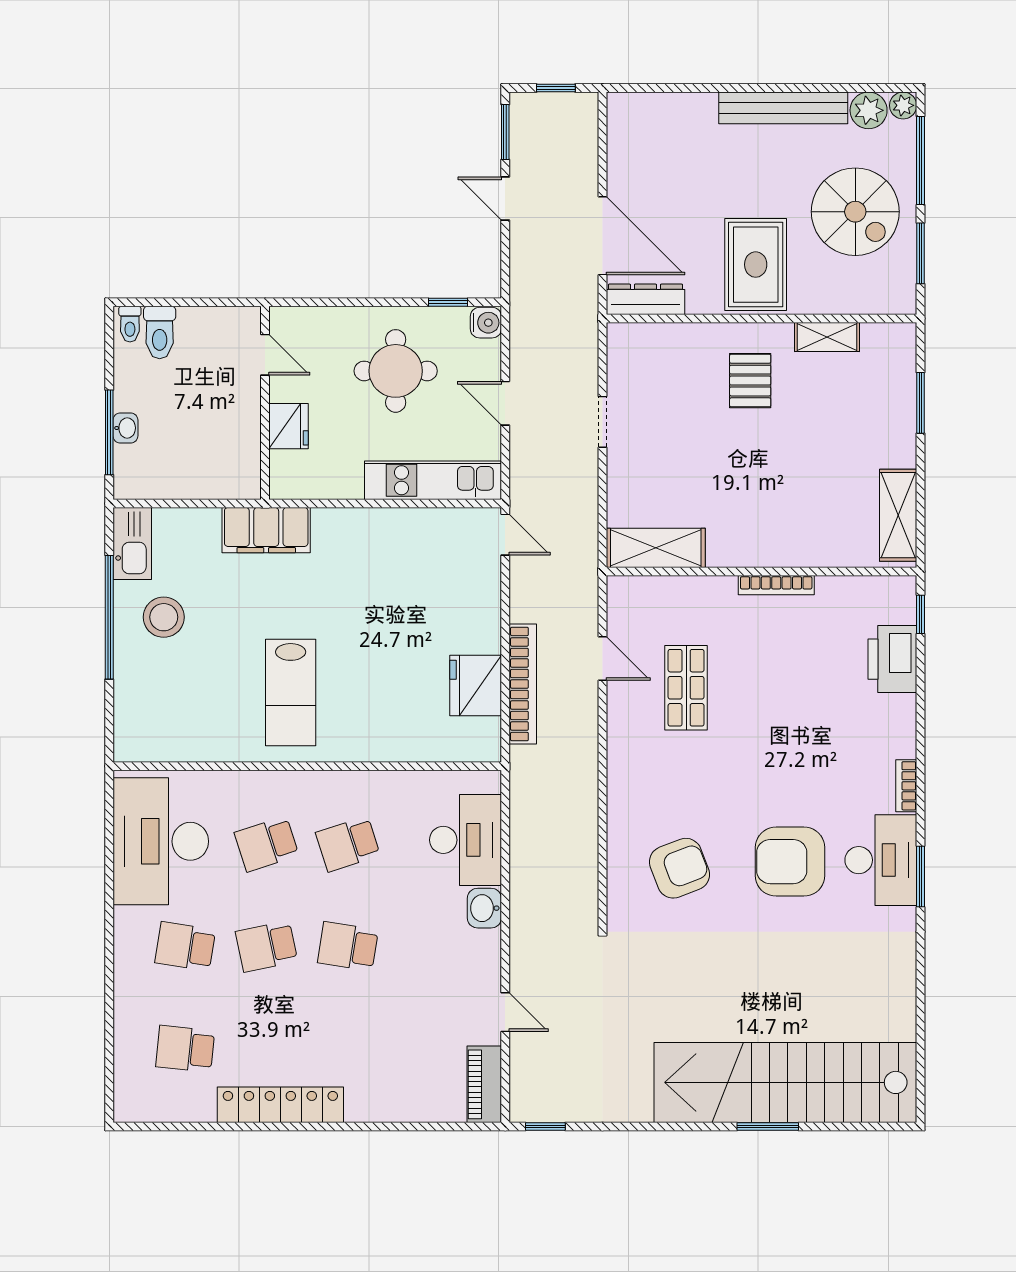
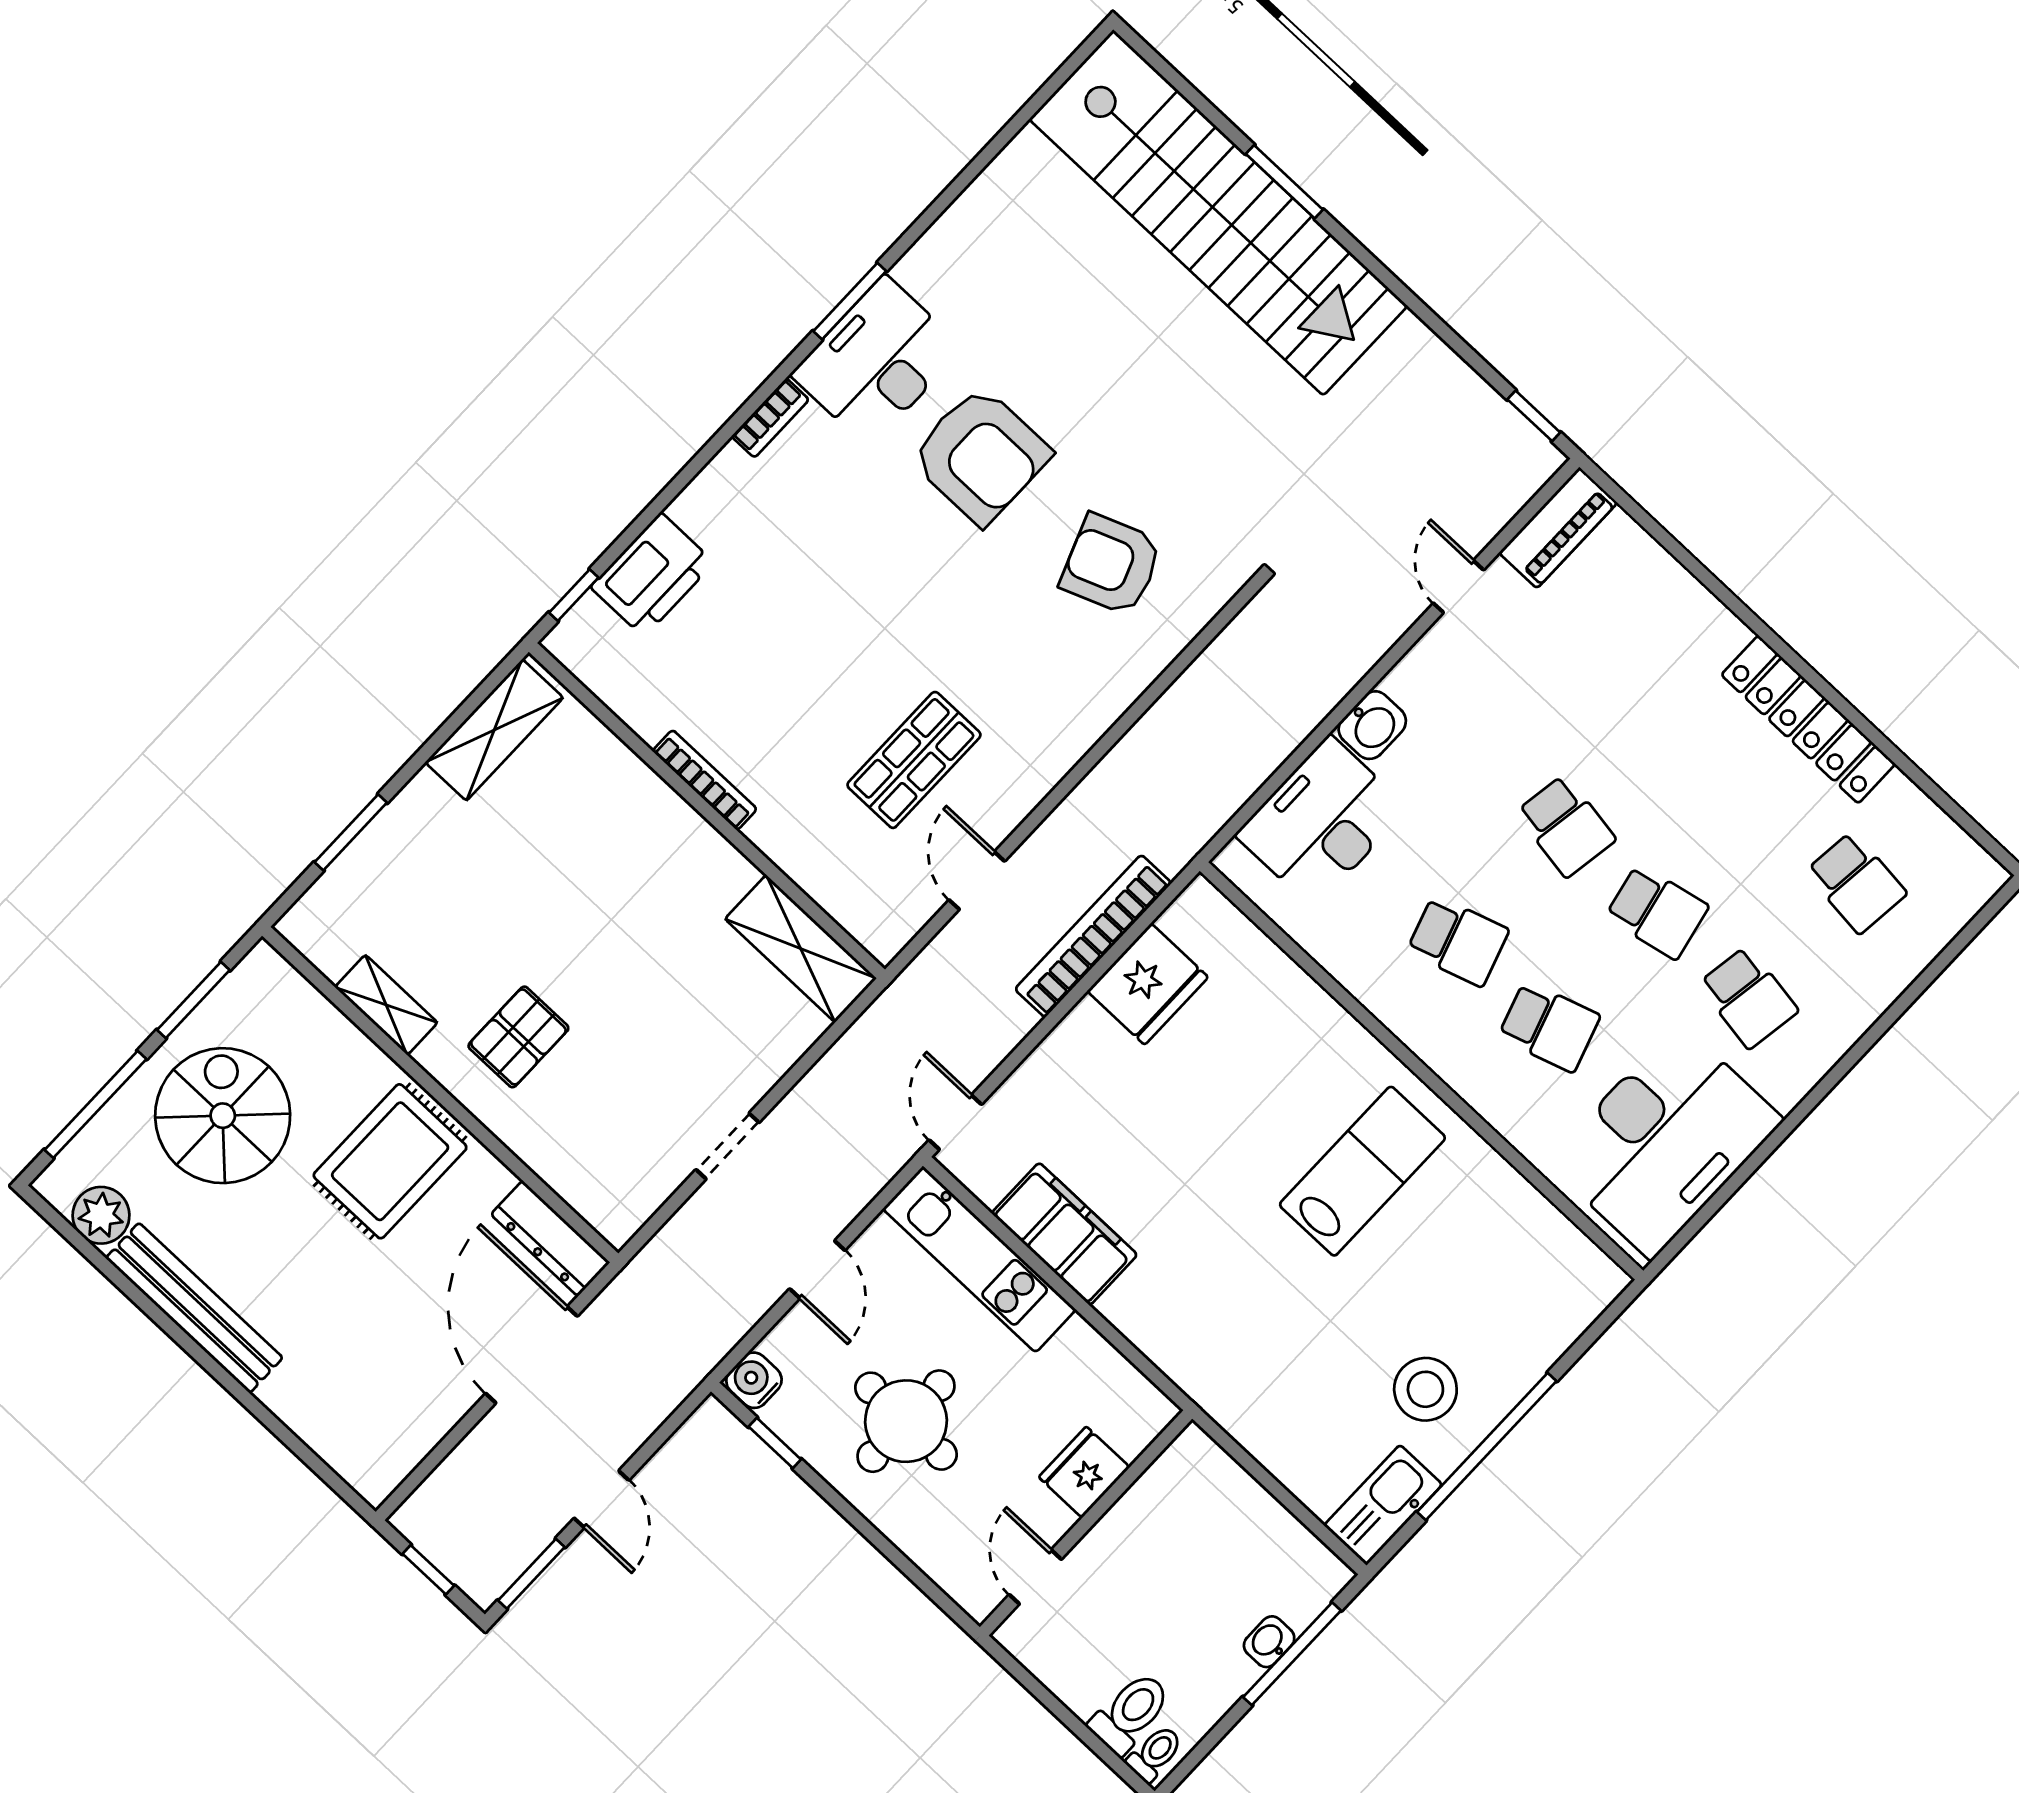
plant: (903, 105) -> (57, 1184), removed
filing cabinet: (266, 530) -> (1064, 1234), moved

